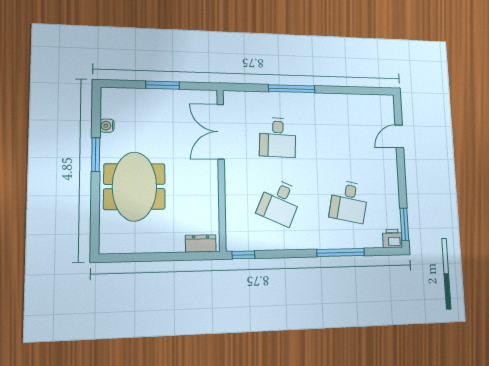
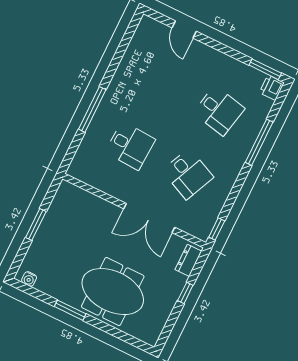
water cooler: (107, 126) -> (29, 279), moved
double door: (221, 132) -> (149, 218), moved
window: (168, 257) -> (185, 293), added

